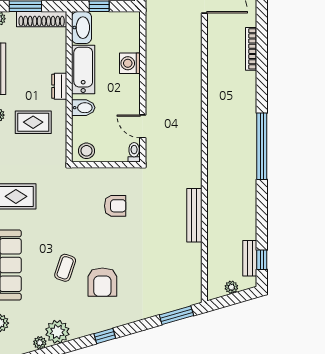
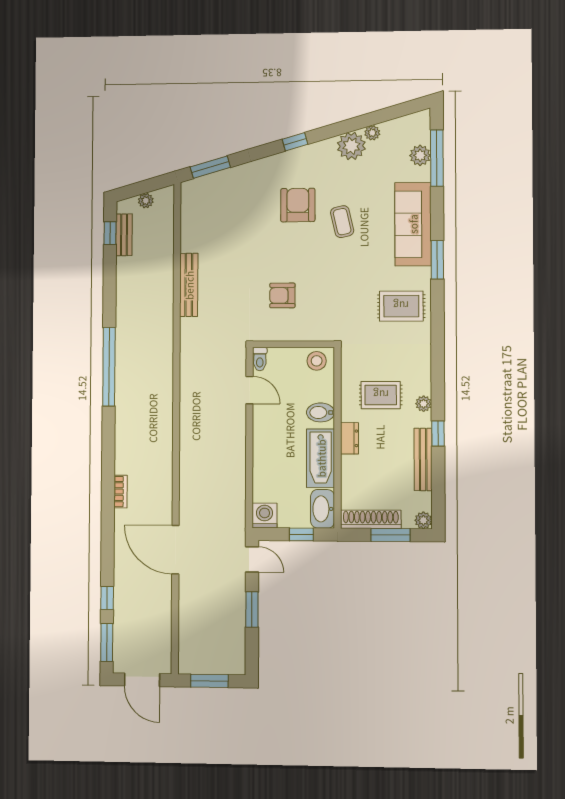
bookcase: (251, 49) -> (121, 492), width x0.64
washing machine: (130, 63) -> (265, 515), moved, turned -90
coffee table: (65, 268) -> (342, 222), turned -32

